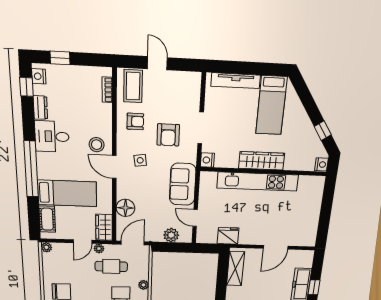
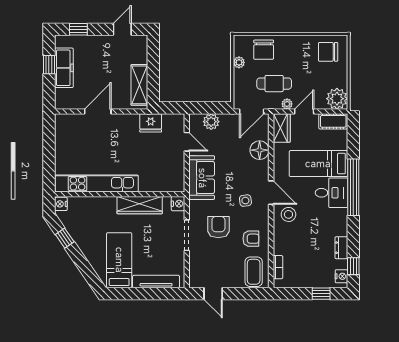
door: (157, 63) -> (213, 294), moved
armchair: (135, 121) -> (251, 239), turned 180
desk: (52, 137) -> (331, 193), moved
wardrobe: (262, 161) -> (140, 205), moved
kitchen unit: (258, 181) -> (97, 184), moved
cot: (47, 219) -> (333, 121), moved, turned 90
plant: (46, 247) -> (337, 99), width x1.88, depth x1.88

